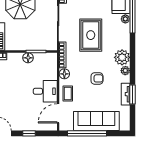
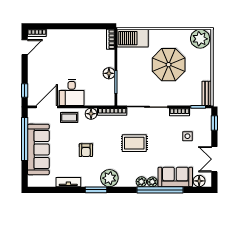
rug: (91, 35) -> (134, 143), width x0.73, depth x0.70
plant: (125, 71) -> (141, 182), moved
window: (133, 94) -> (96, 190), moved
door: (58, 113) -> (47, 107), hinge flipped
window: (29, 133) -> (25, 91), moved

